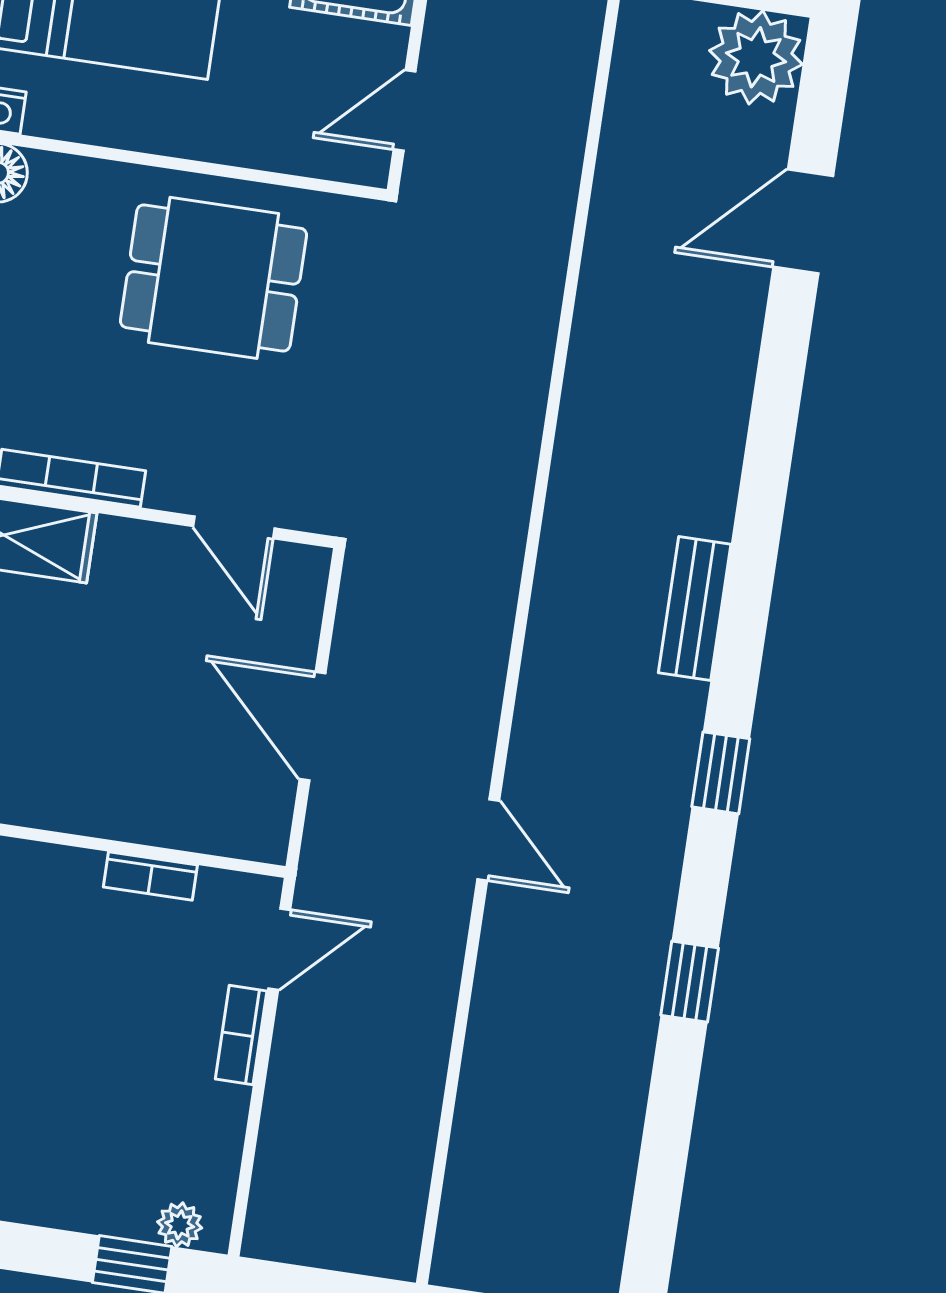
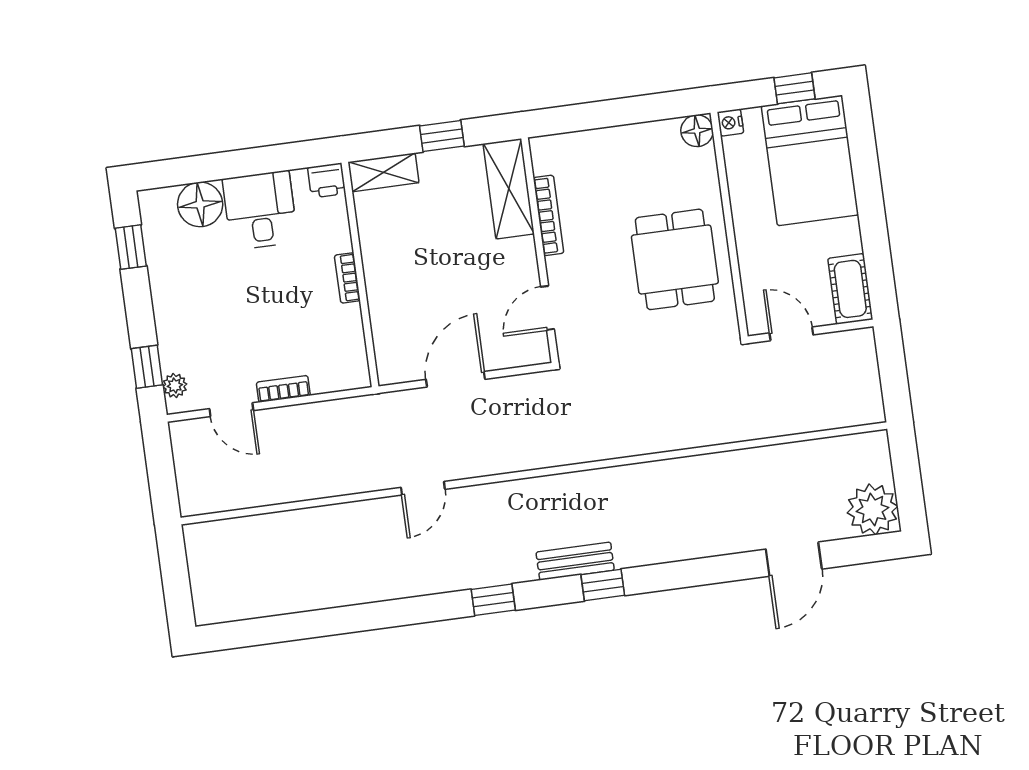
door: (803, 222) -> (794, 559), swing flipped
bookcase: (150, 876) -> (347, 278), moved
door: (279, 949) -> (231, 410), moved
window: (690, 982) -> (603, 585), moved

